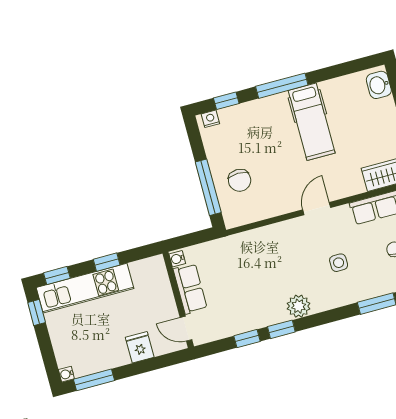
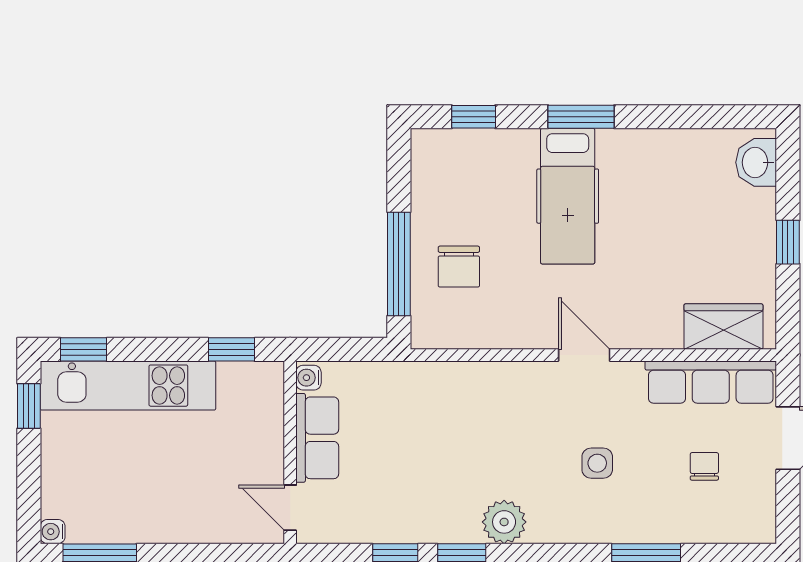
window: (282, 86) -> (581, 117), width x0.69
nightstand: (210, 119) -> (436, 142), removed
hospital bed: (312, 122) -> (568, 196), moved
door: (317, 209) -> (584, 355), hinge flipped
window: (107, 262) -> (231, 349), moved
fridge: (140, 347) -> (198, 519), removed

